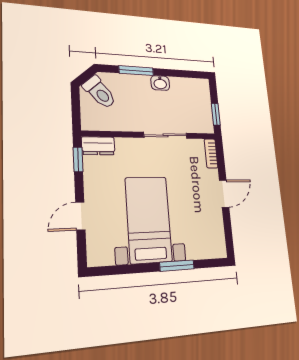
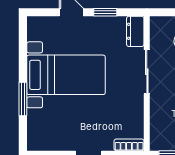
sliding door: (165, 135) -> (147, 72), moved
window: (78, 159) -> (105, 12), moved

